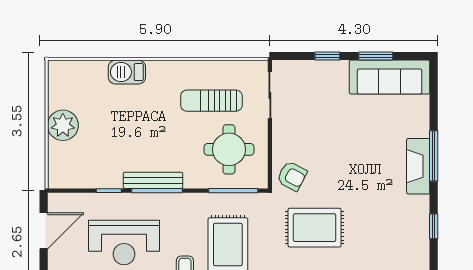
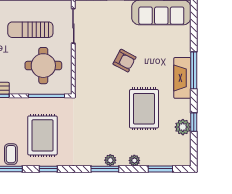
armchair: (292, 176) -> (125, 61), moved
rug: (315, 228) -> (144, 109), moved, turned 90
plant: (419, 233) -> (183, 127), added

